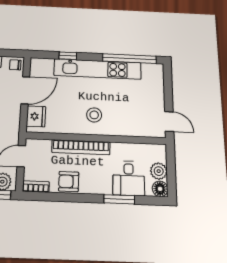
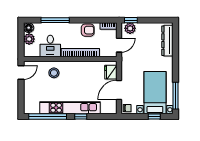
window: (68, 56) -> (81, 117), moved
stool: (94, 115) -> (54, 73), moved
door: (169, 121) -> (21, 73), swing flipped
desk: (129, 178) -> (50, 46), moved, turned 180
window: (119, 199) -> (55, 20), width x1.44

